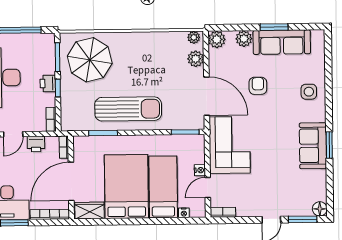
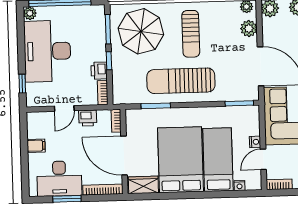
sun lounger: (139, 63) -> (191, 34), added
printer: (48, 84) -> (99, 71), moved
sun lounger: (128, 109) -> (181, 81), turned 180
door: (71, 181) -> (124, 156), hinge flipped

